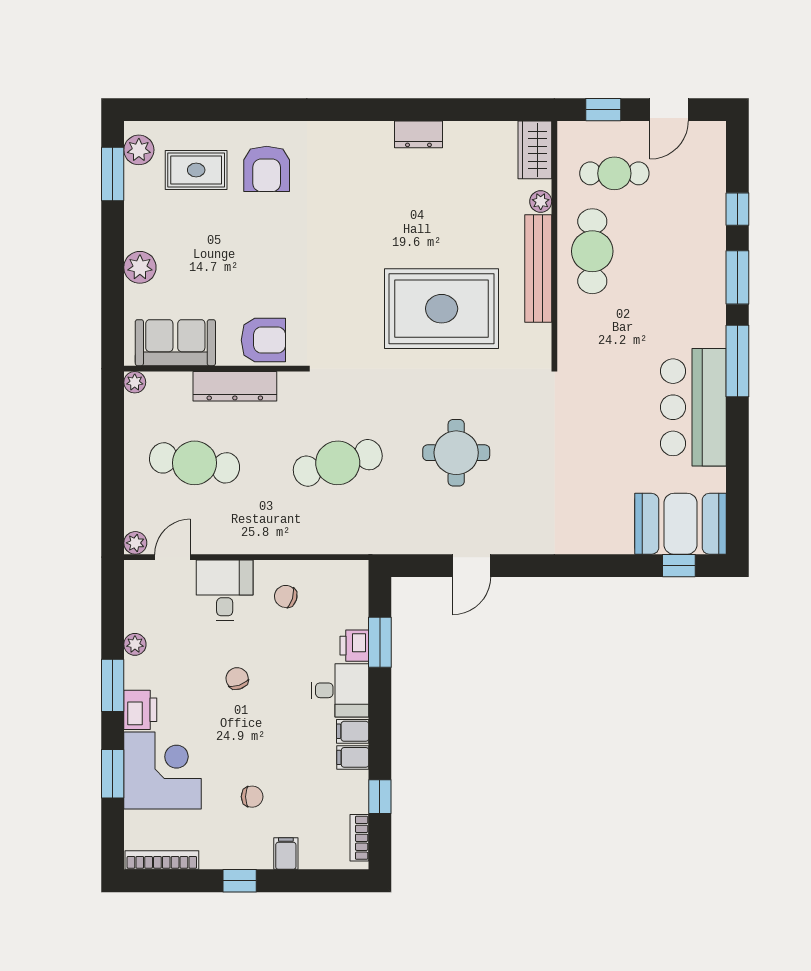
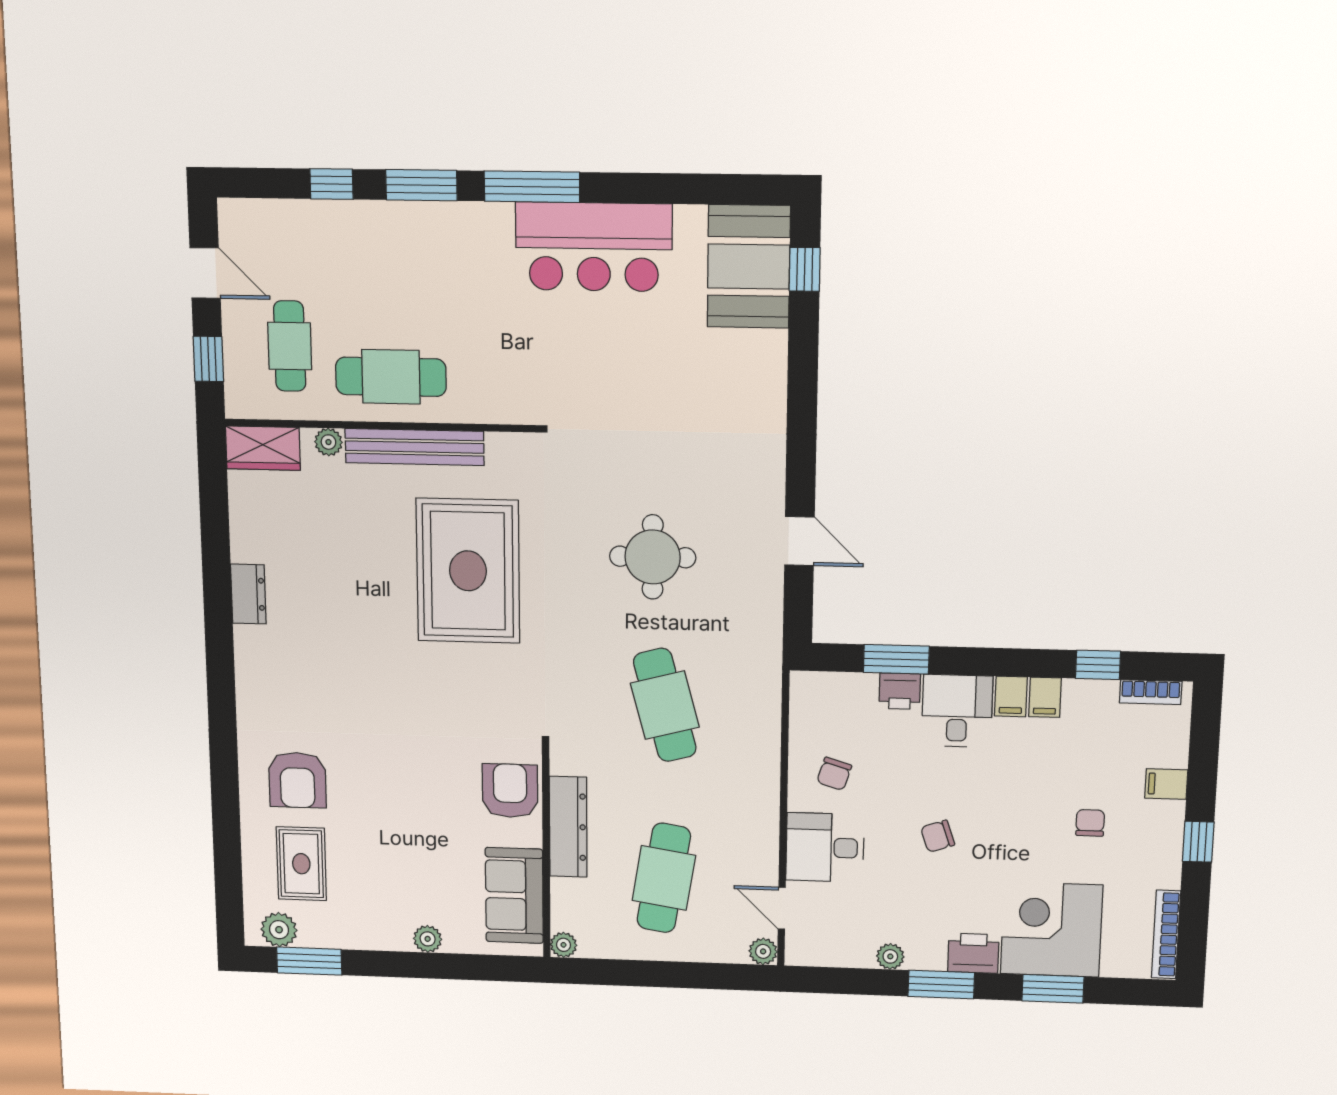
armchair: (267, 169) -> (297, 780), turned 90
plant: (140, 267) -> (428, 939), width x0.73, depth x0.73

